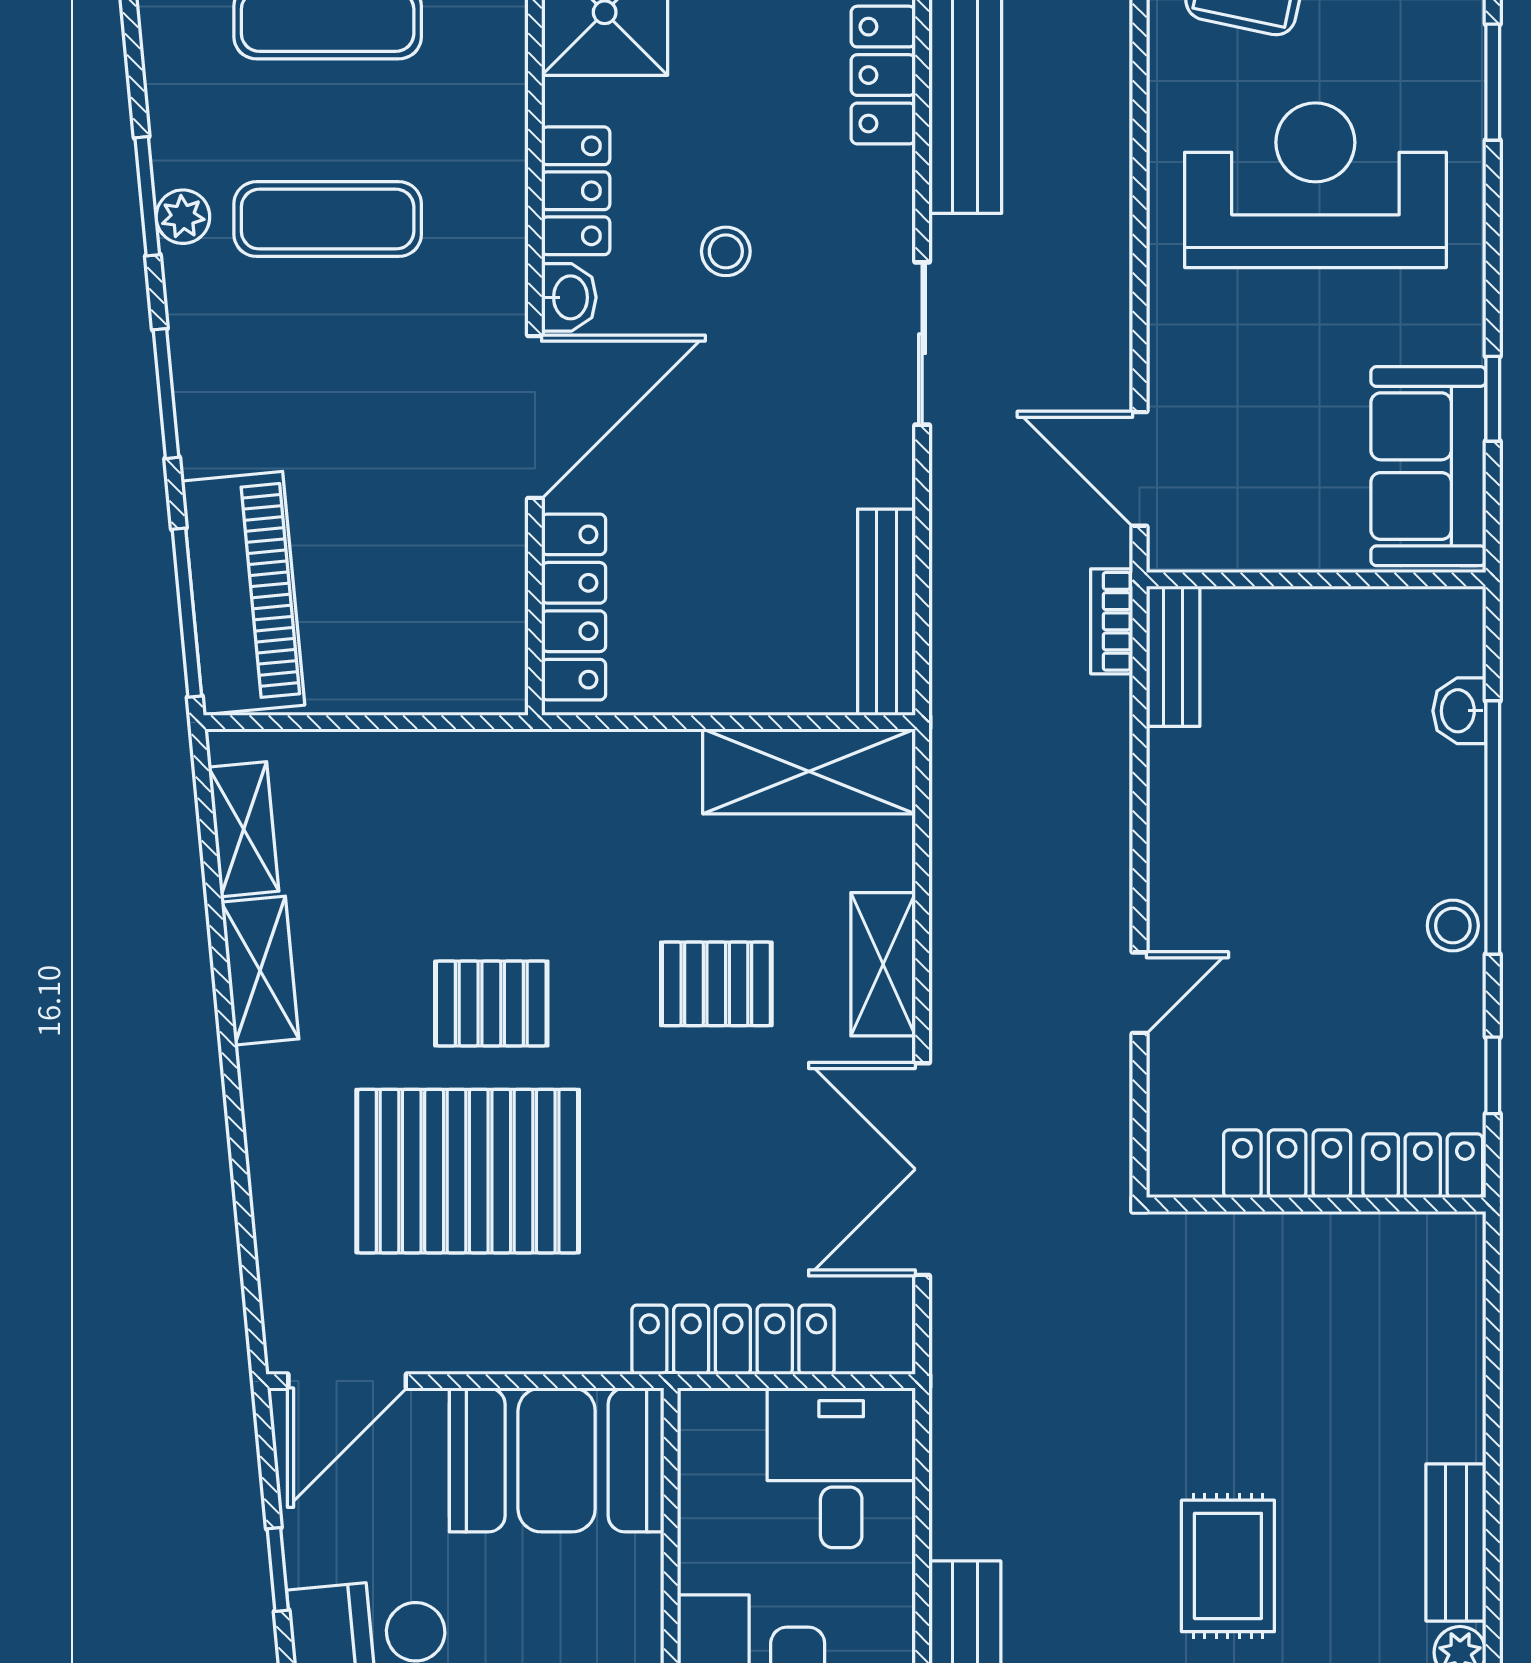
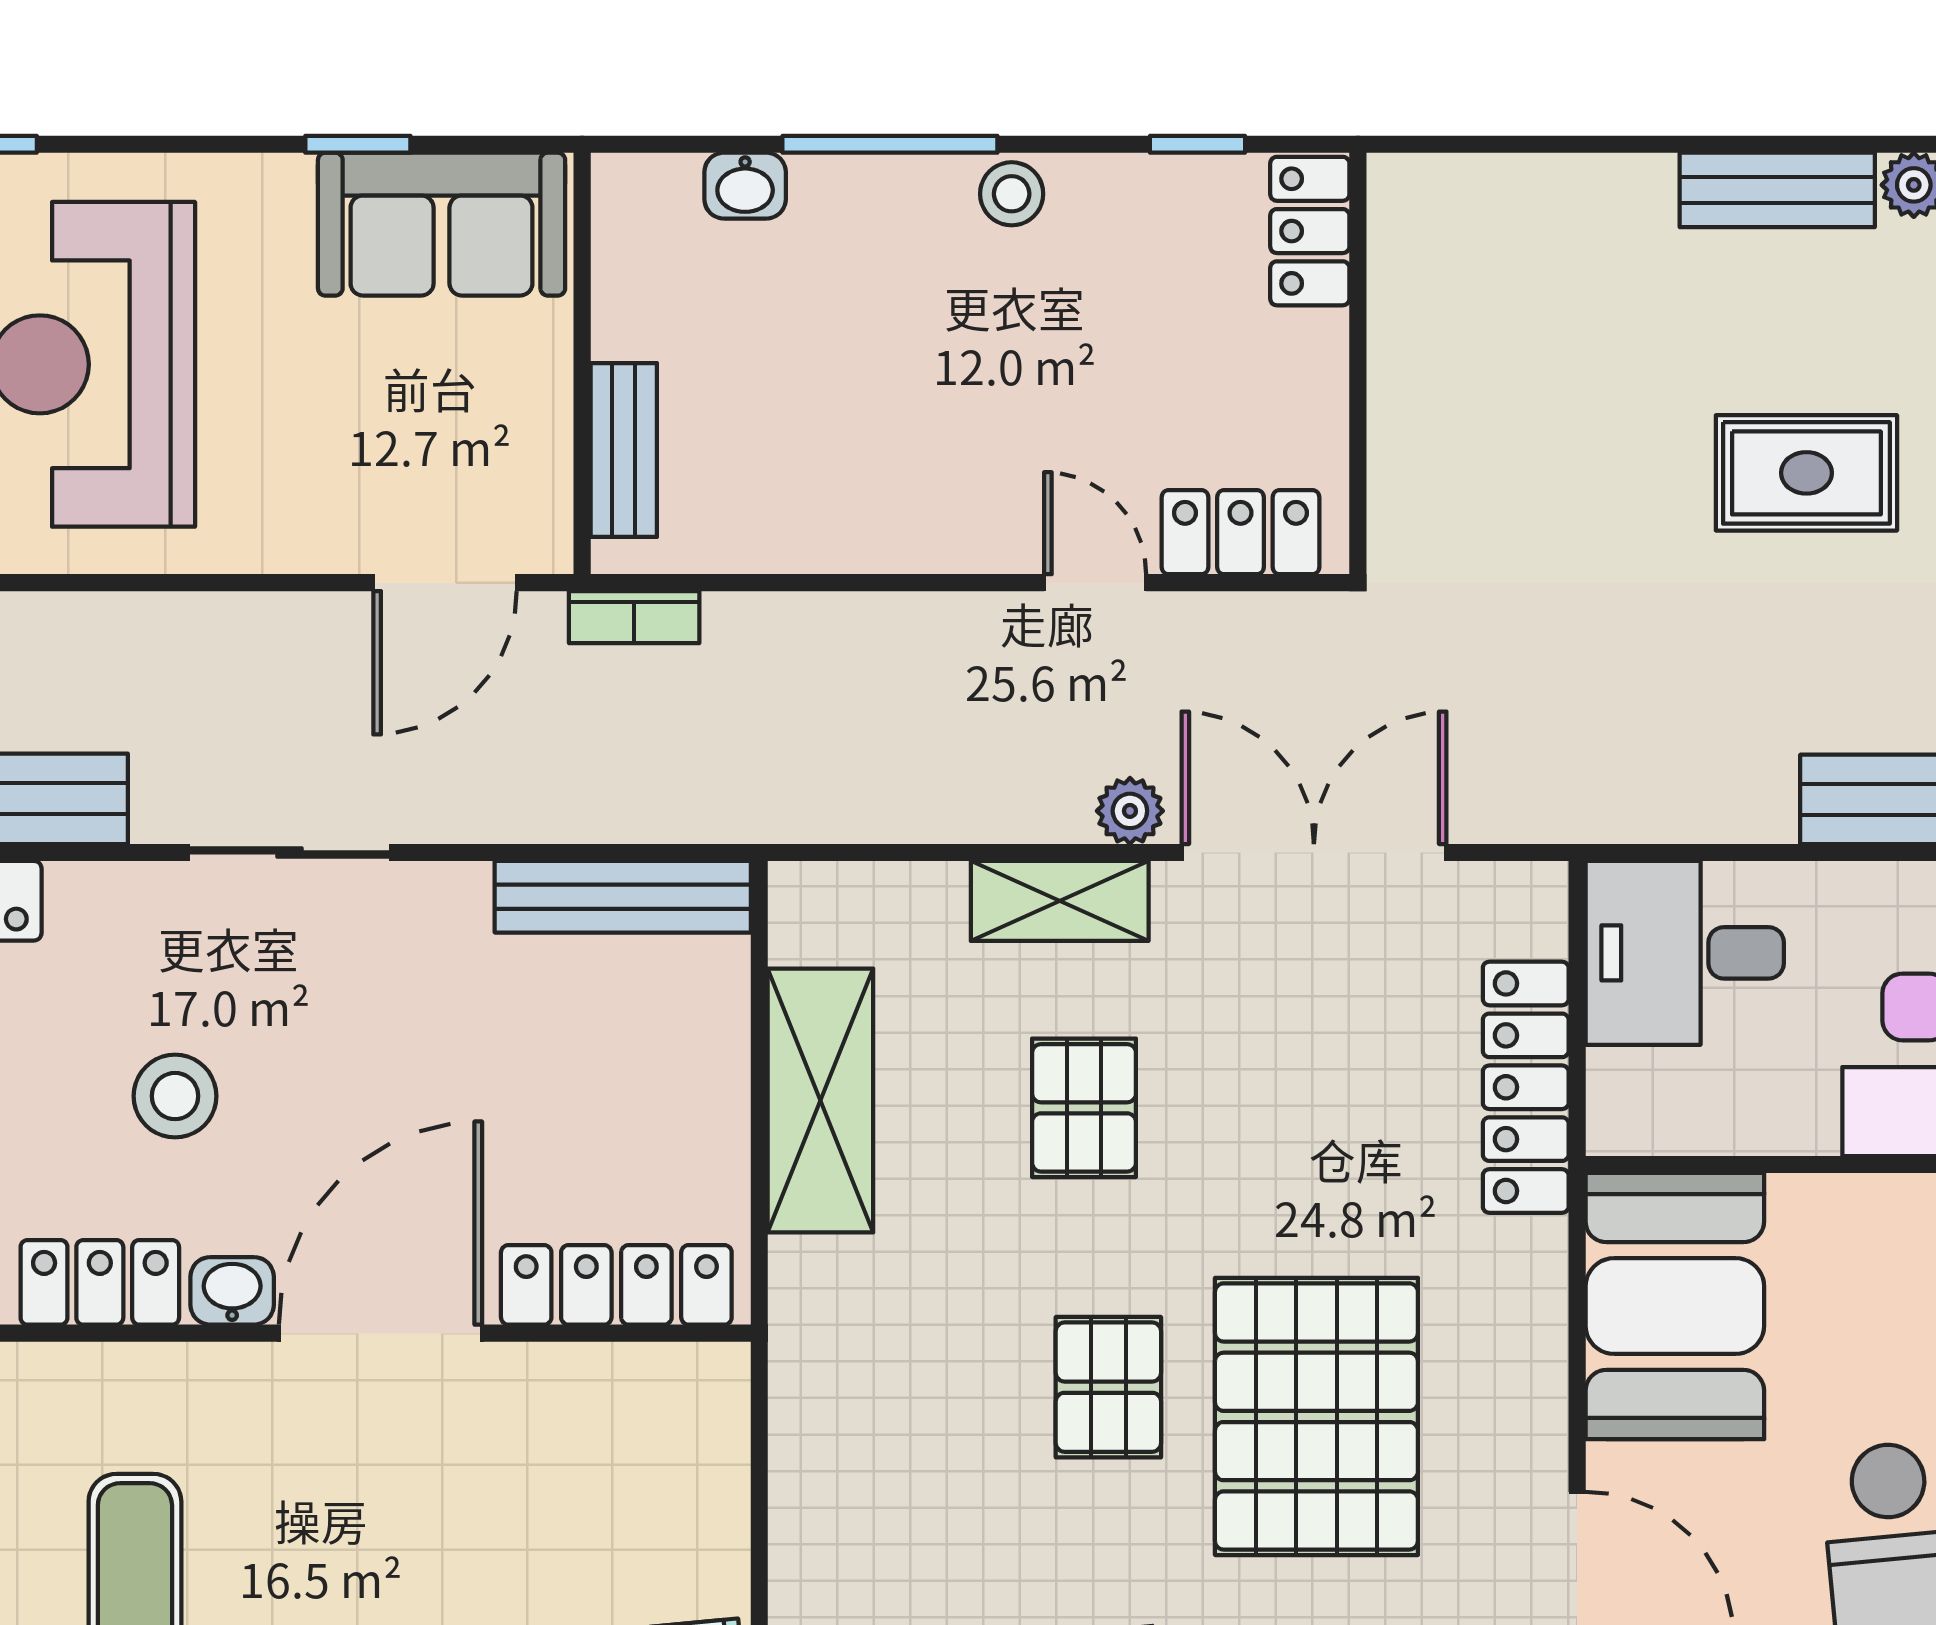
stool: (726, 251) -> (175, 1096), width x1.37, depth x1.37
door: (535, 417) -> (381, 1333), hinge flipped
bench: (1173, 656) -> (624, 450), moved, turned 90
shelving: (809, 771) -> (820, 1100), moved
window: (1493, 827) -> (890, 144), width x0.68
plant: (956, 1021) -> (1130, 811), added
locker: (1287, 1164) -> (1240, 532), moved, turned 90
double door: (922, 1169) -> (1314, 852), swing flipped

